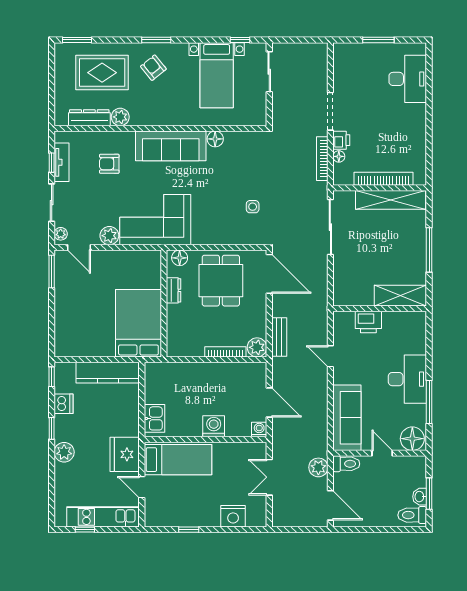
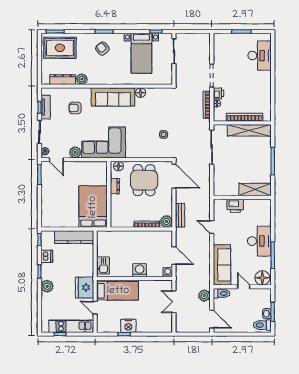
rug: (102, 73) -> (60, 48), moved
nightstand: (233, 516) -> (128, 326), moved

